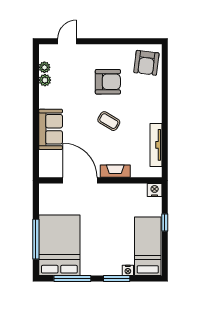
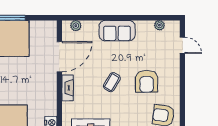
plant: (45, 80) -> (76, 26), moved
sofa: (51, 129) -> (117, 31), moved

